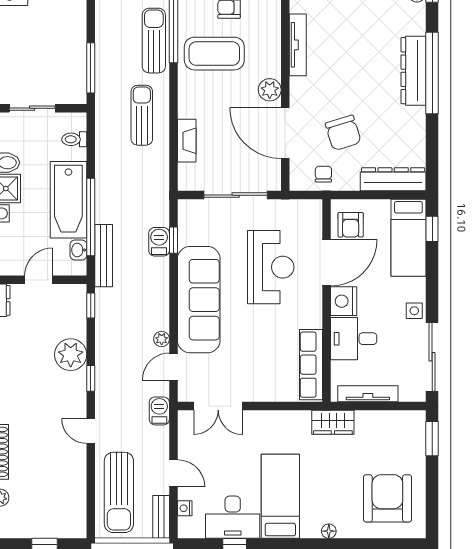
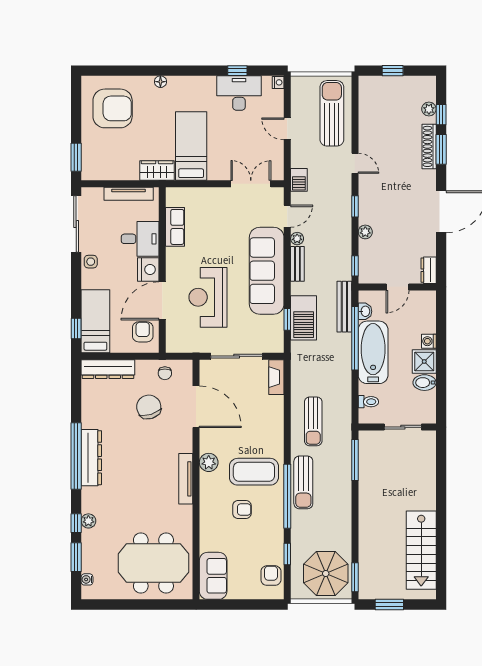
plant: (270, 90) -> (209, 462), moved
fireplace: (187, 141) -> (276, 377), moved
barbecue: (159, 242) -> (304, 318), width x1.88, depth x1.53
plant: (71, 355) -> (365, 232), width x0.53, depth x0.53
row of seats: (311, 365) -> (175, 227), width x0.68
bed: (280, 496) -> (191, 146), moved, turned 180
armchair: (387, 498) -> (113, 108), turned -90
nightstand: (185, 508) -> (278, 82), moved
bench: (161, 517) -> (297, 264), moved

